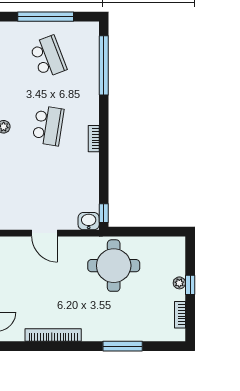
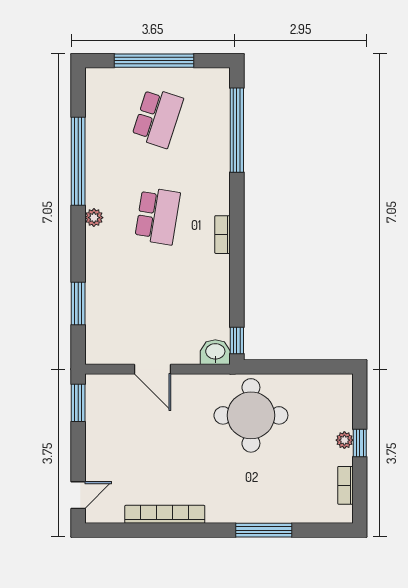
school desk: (48, 57) -> (157, 118), turned 39

